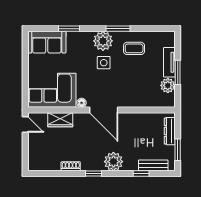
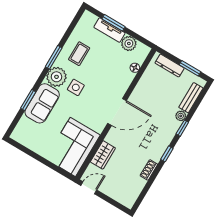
sofa: (47, 42) -> (42, 103), moved
window: (178, 72) -> (114, 23), moved
floor lamp: (82, 103) -> (135, 68), moved
plant: (113, 162) -> (181, 116), moved, width x0.53, depth x0.53
window: (141, 174) -> (182, 128), moved

